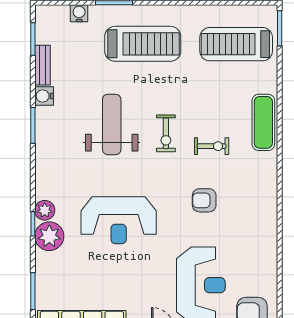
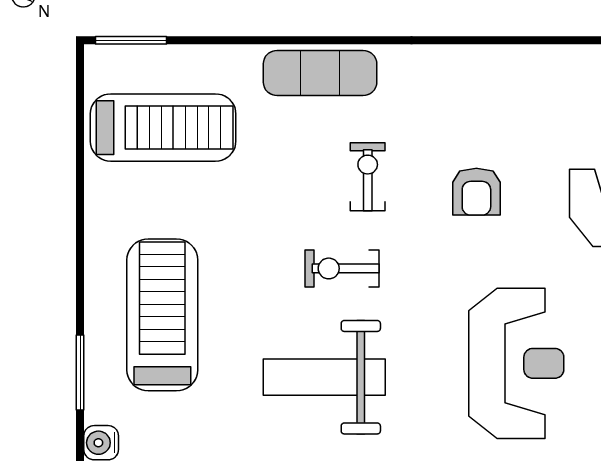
treadmill: (236, 44) -> (163, 128), turned -90
exercise bike: (166, 133) -> (342, 268), turned 180

